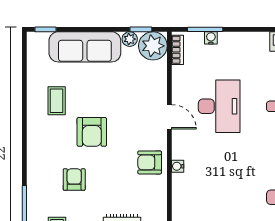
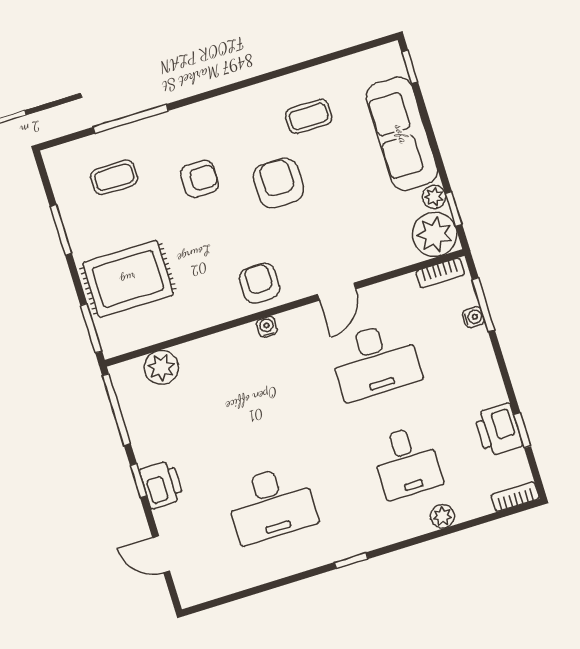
armchair: (92, 132) -> (278, 183), turned 90

